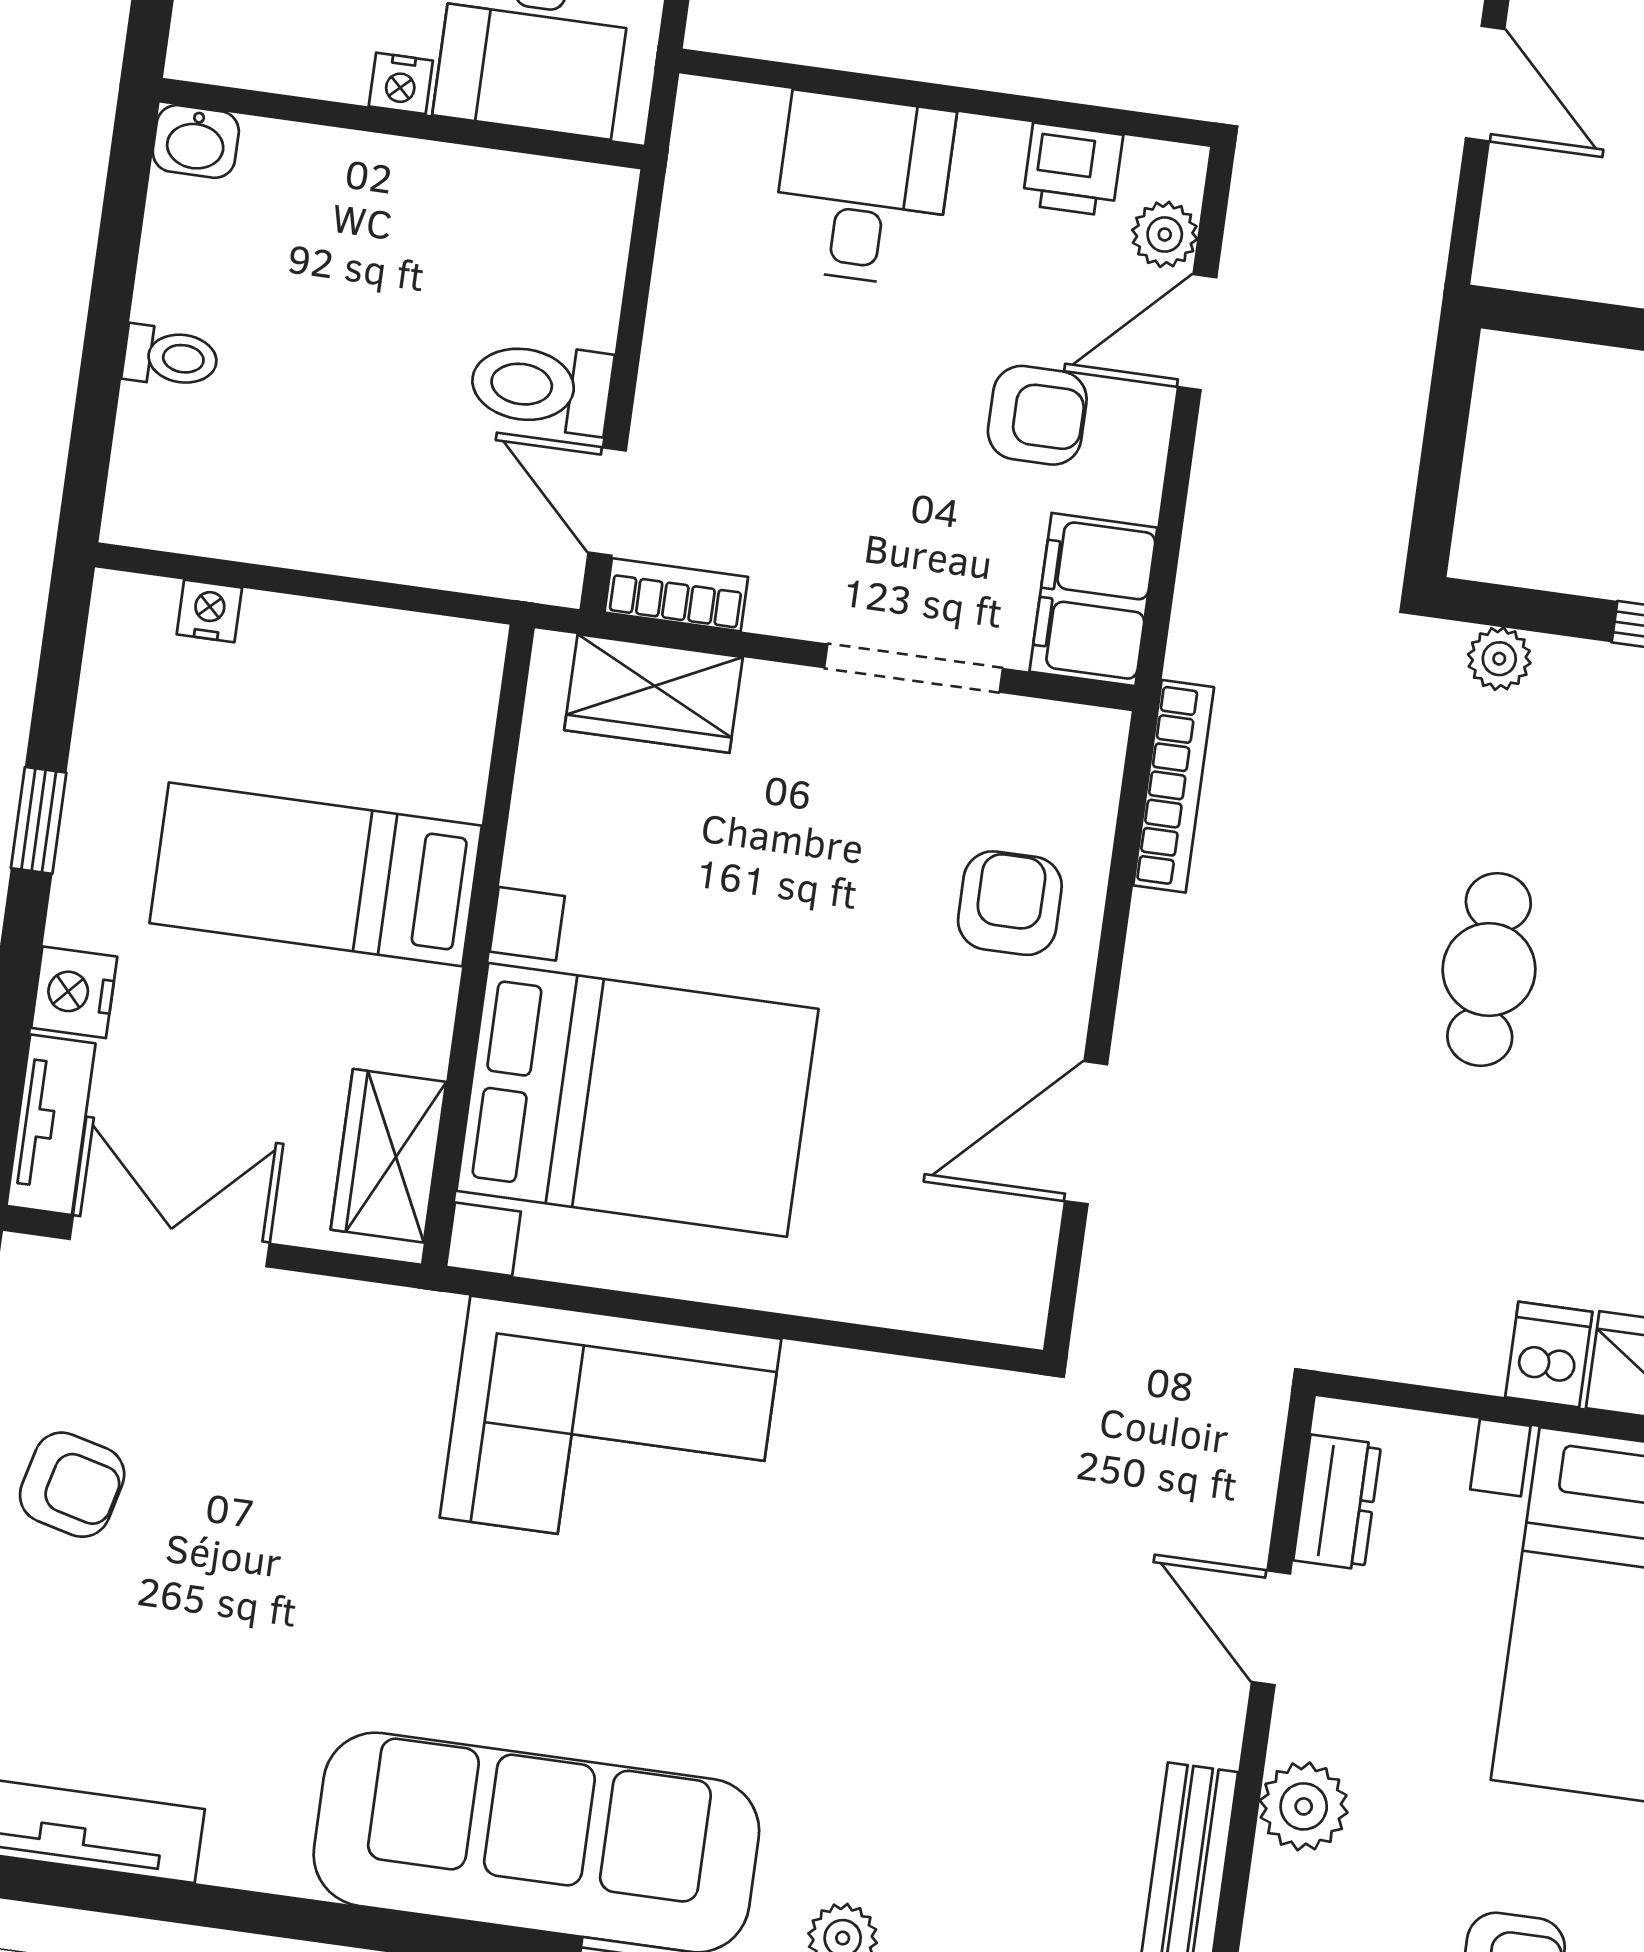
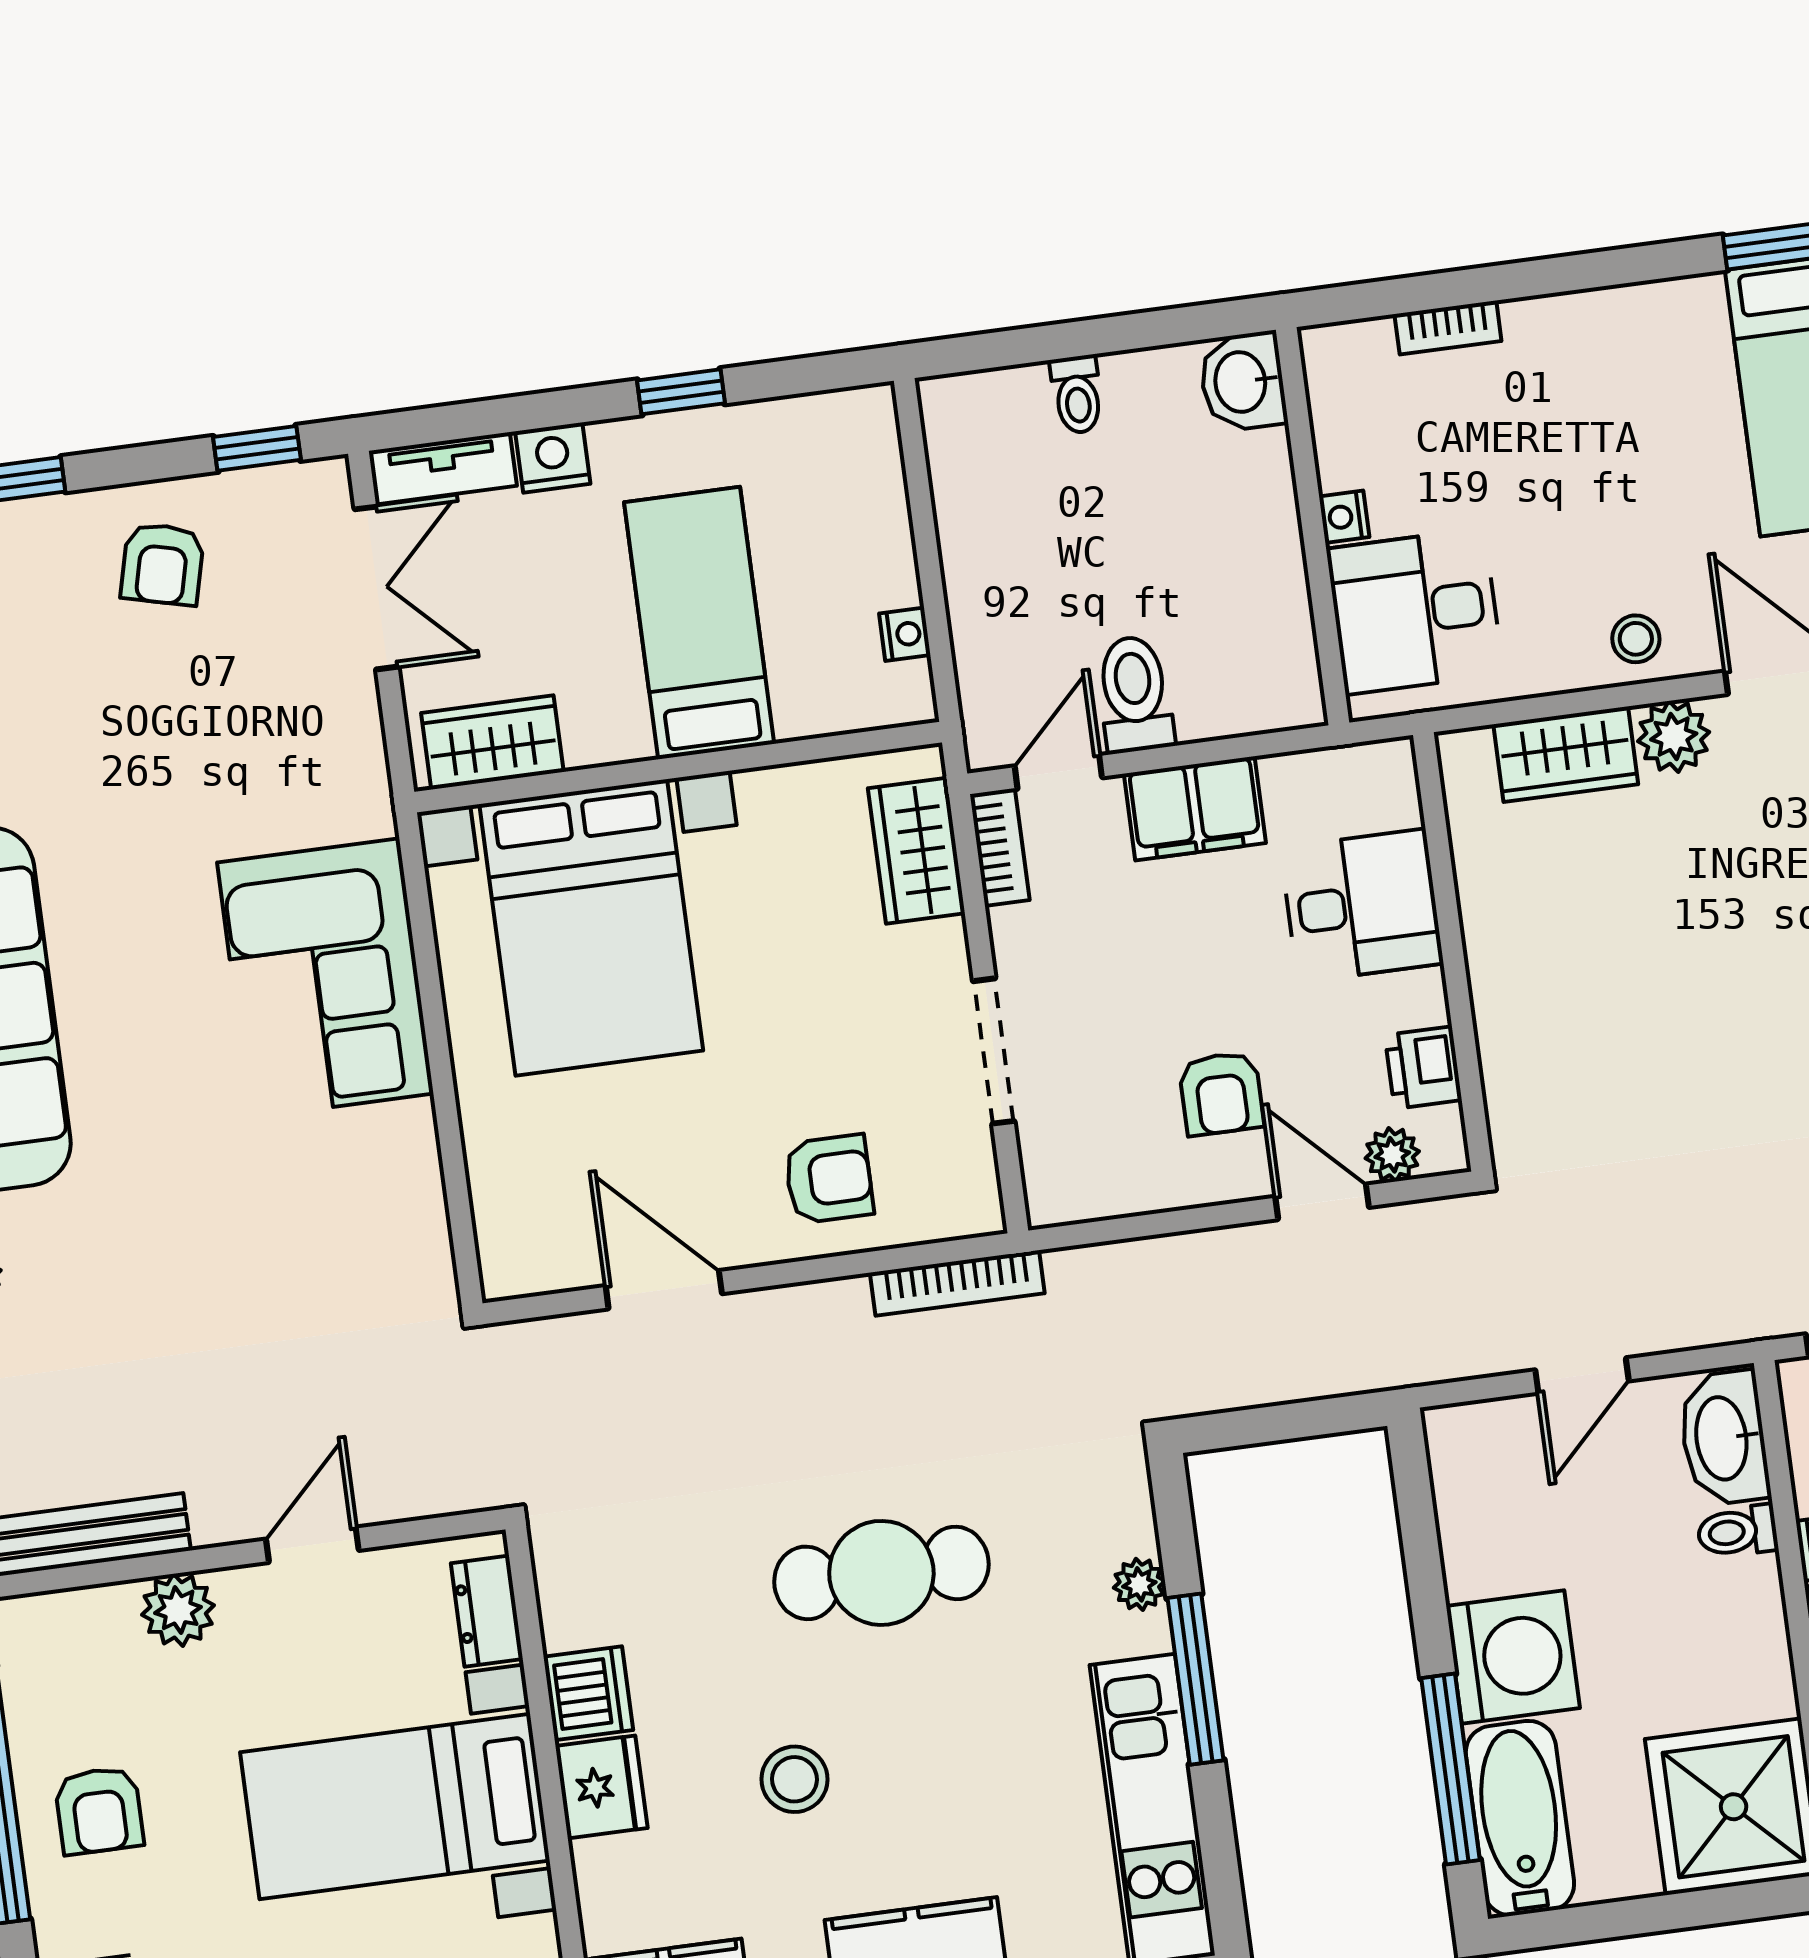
washbasin: (196, 142) -> (1243, 382), width x1.38, depth x1.45
filing cabinet: (1093, 600) -> (1195, 808), moved, turned 180
nightstand: (209, 611) -> (905, 634), moved
plant: (1499, 659) -> (1139, 1584), moved
cafe table: (1489, 970) -> (881, 1573), width x1.37, depth x1.35
dishwasher: (1549, 1354) -> (588, 1693), width x1.38
dresser: (1337, 1502) -> (487, 1611), moved, turned 90

